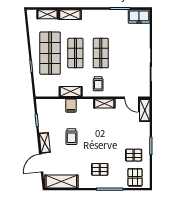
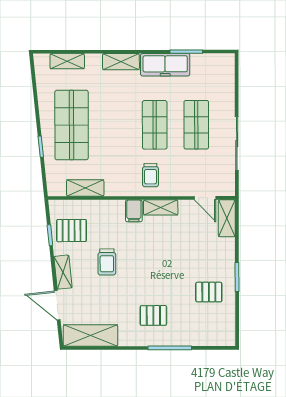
shelving: (70, 15) -> (121, 62), moved
freezer: (139, 16) -> (165, 65), moved, width x1.40
shop shelf: (75, 53) -> (196, 125), moved
shelving: (71, 92) -> (85, 188), moved
filing cabinet: (71, 106) -> (134, 211), moved
door: (41, 163) -> (57, 305), hinge flipped
pallet: (135, 177) -> (72, 231), moved, turned 90

